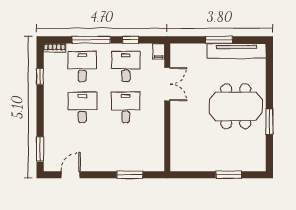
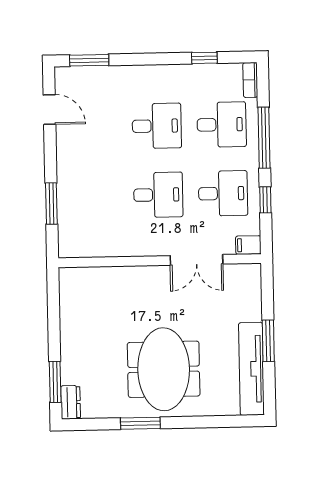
dresser: (255, 165) -> (71, 402), added
window: (229, 175) -> (55, 382), moved

